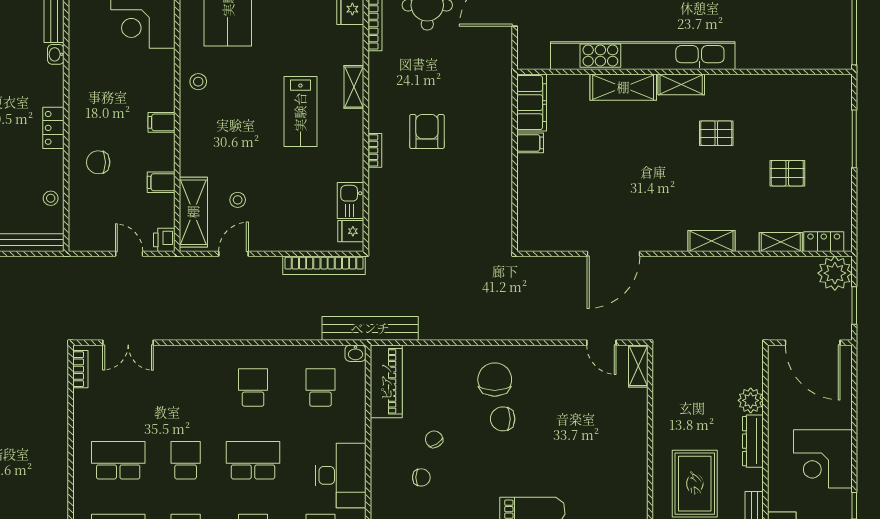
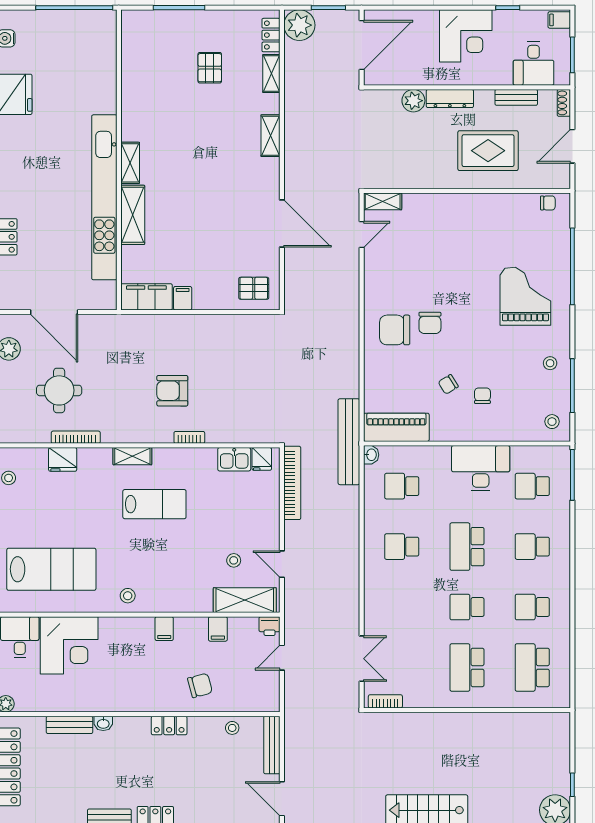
pallet: (716, 133) -> (254, 288), moved, turned 90
chair: (98, 162) -> (200, 685), turned -105

